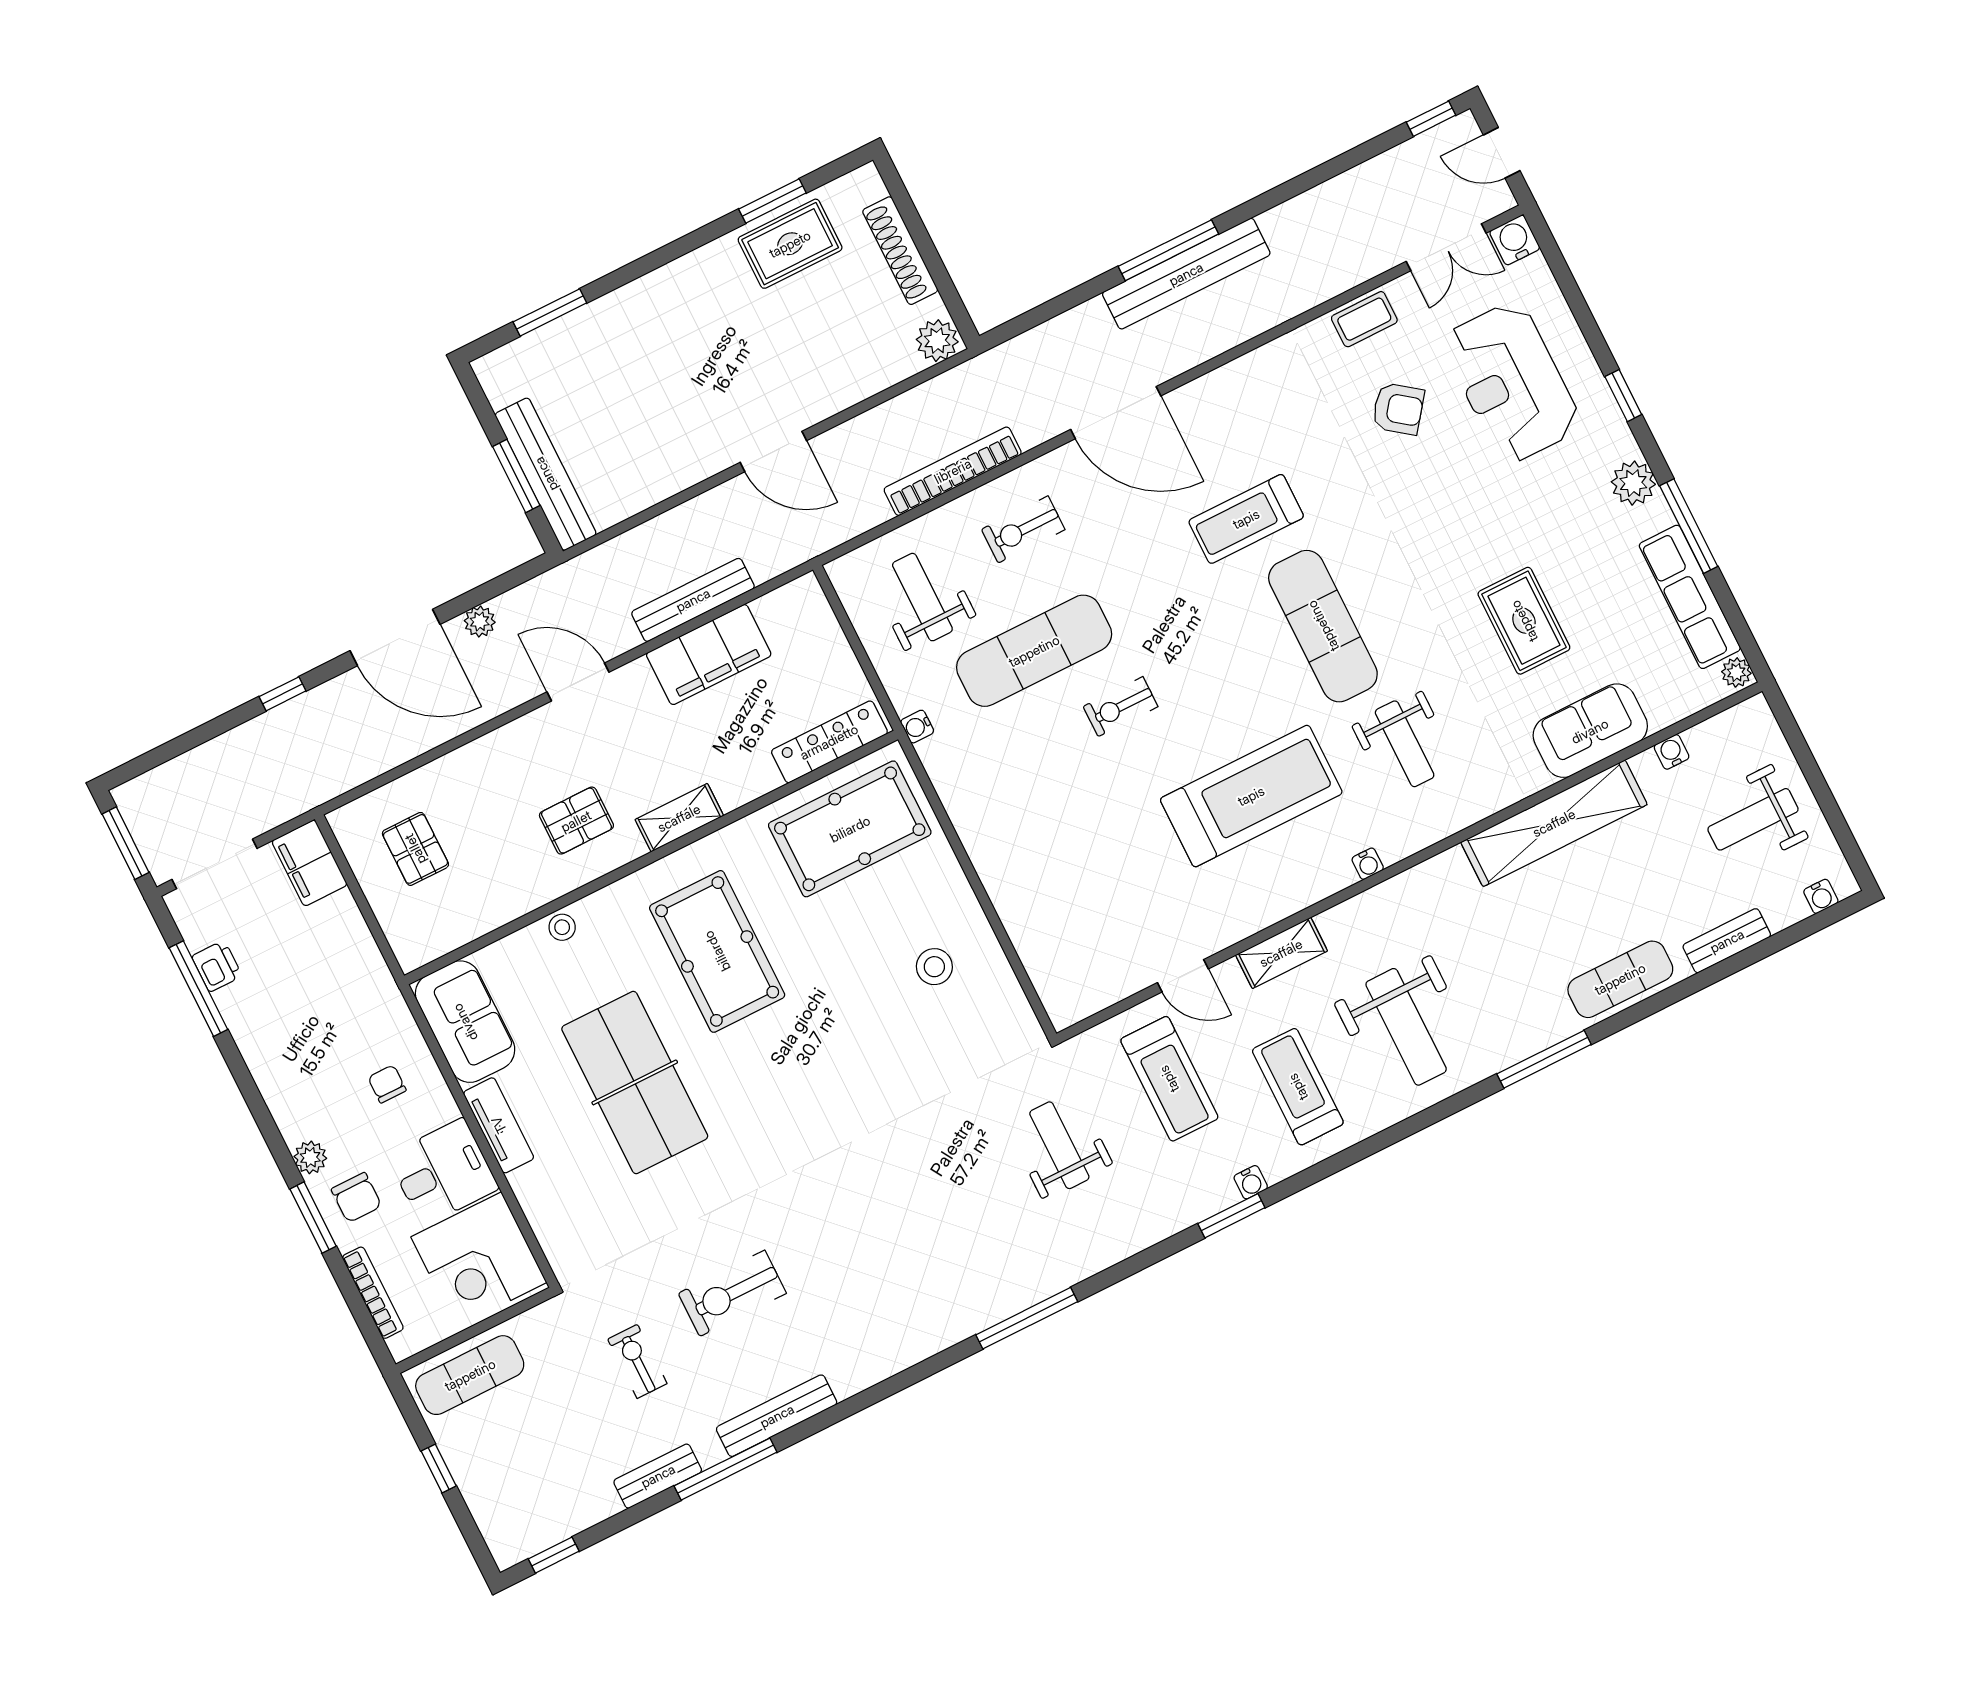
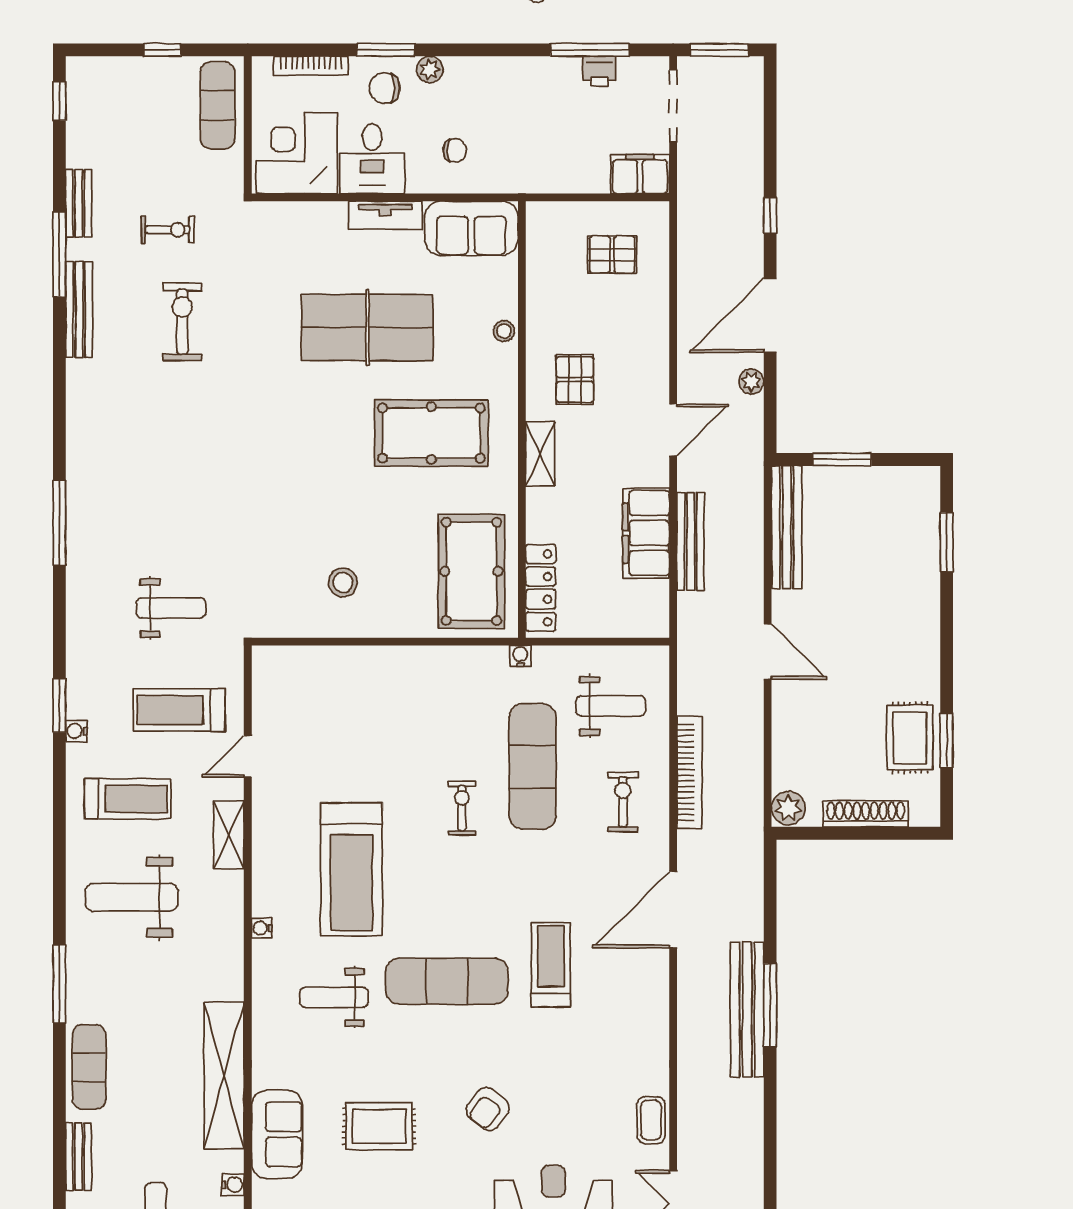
armchair: (1398, 409) -> (488, 1109), moved
door: (773, 452) -> (768, 652), swing flipped
bench: (546, 474) -> (787, 527), moved, turned 90

